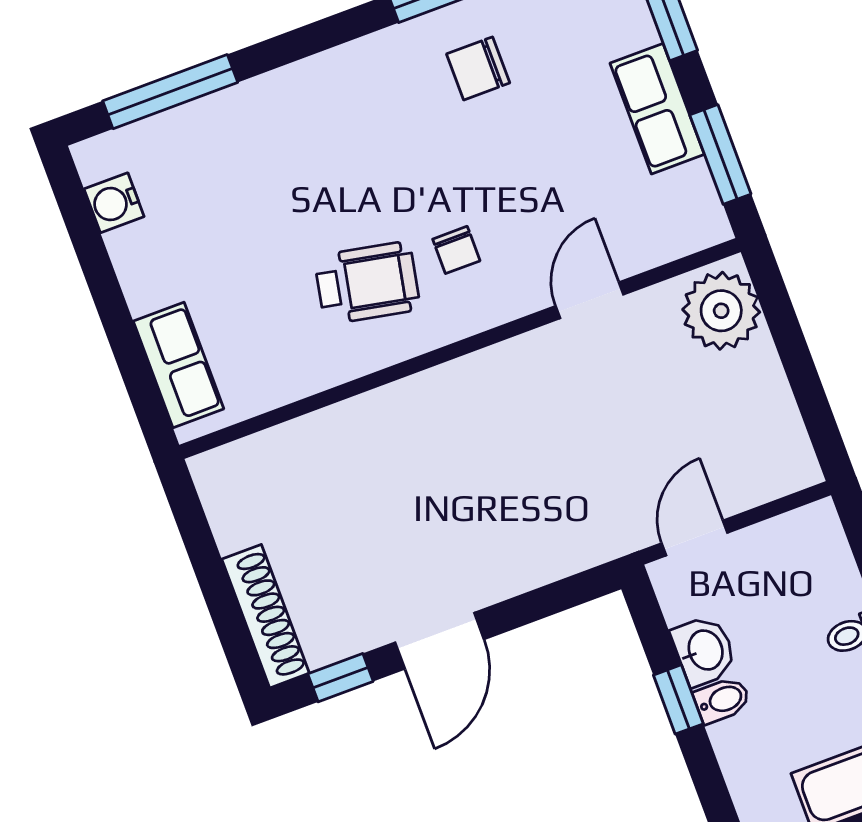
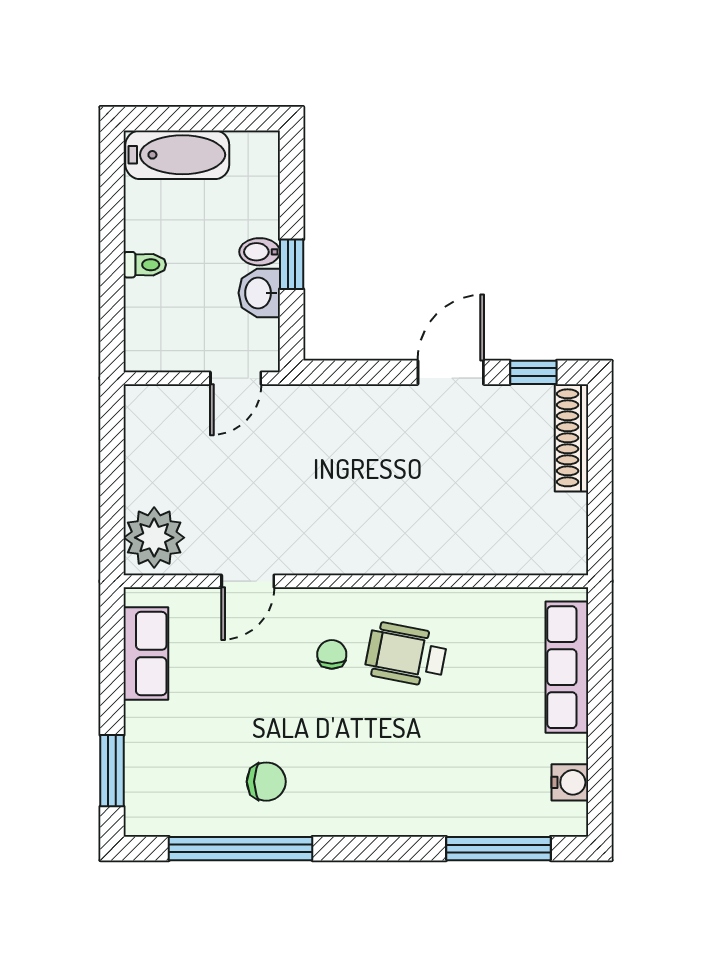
row of seats: (657, 109) -> (146, 654), moved
window: (720, 154) -> (112, 652), removed
row of seats: (178, 365) -> (567, 667), width x1.48

